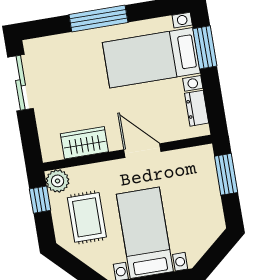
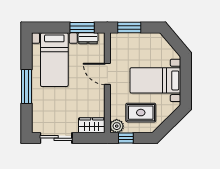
window: (205, 47) -> (82, 28), moved
wardrobe: (84, 143) -> (92, 125), moved, turned 90
door: (142, 151) -> (107, 74), hinge flipped

